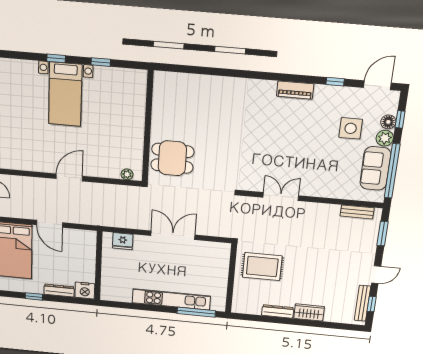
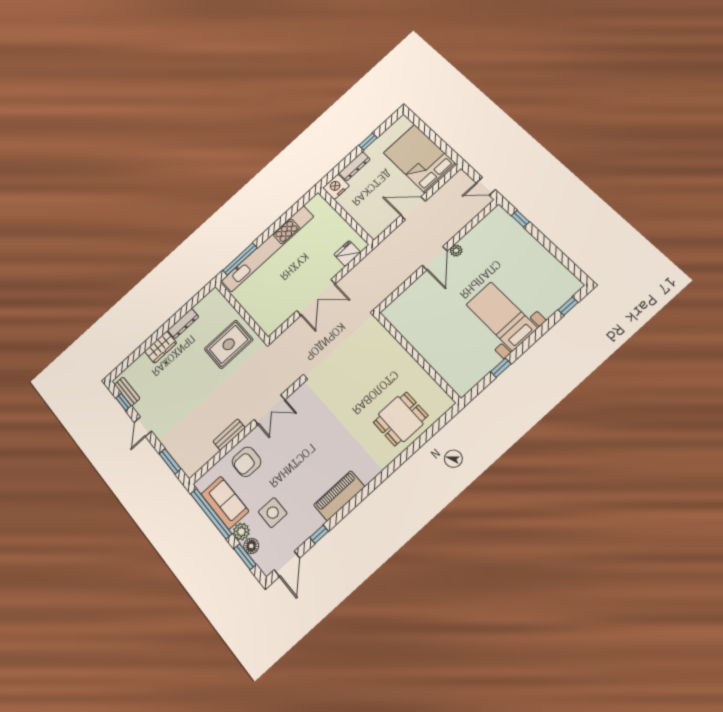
window: (56, 58) -> (568, 306), moved
piano: (295, 90) -> (339, 496), width x1.37, depth x1.33
window: (400, 119) -> (245, 557), width x1.50
dining table: (172, 158) -> (401, 419), moved
plant: (127, 174) -> (456, 251), moved
armchair: (332, 179) -> (246, 462), added
bench: (357, 212) -> (229, 435), moved
kitchen unit: (171, 299) -> (267, 249), width x1.36
bench: (362, 303) -> (127, 391), width x0.73

